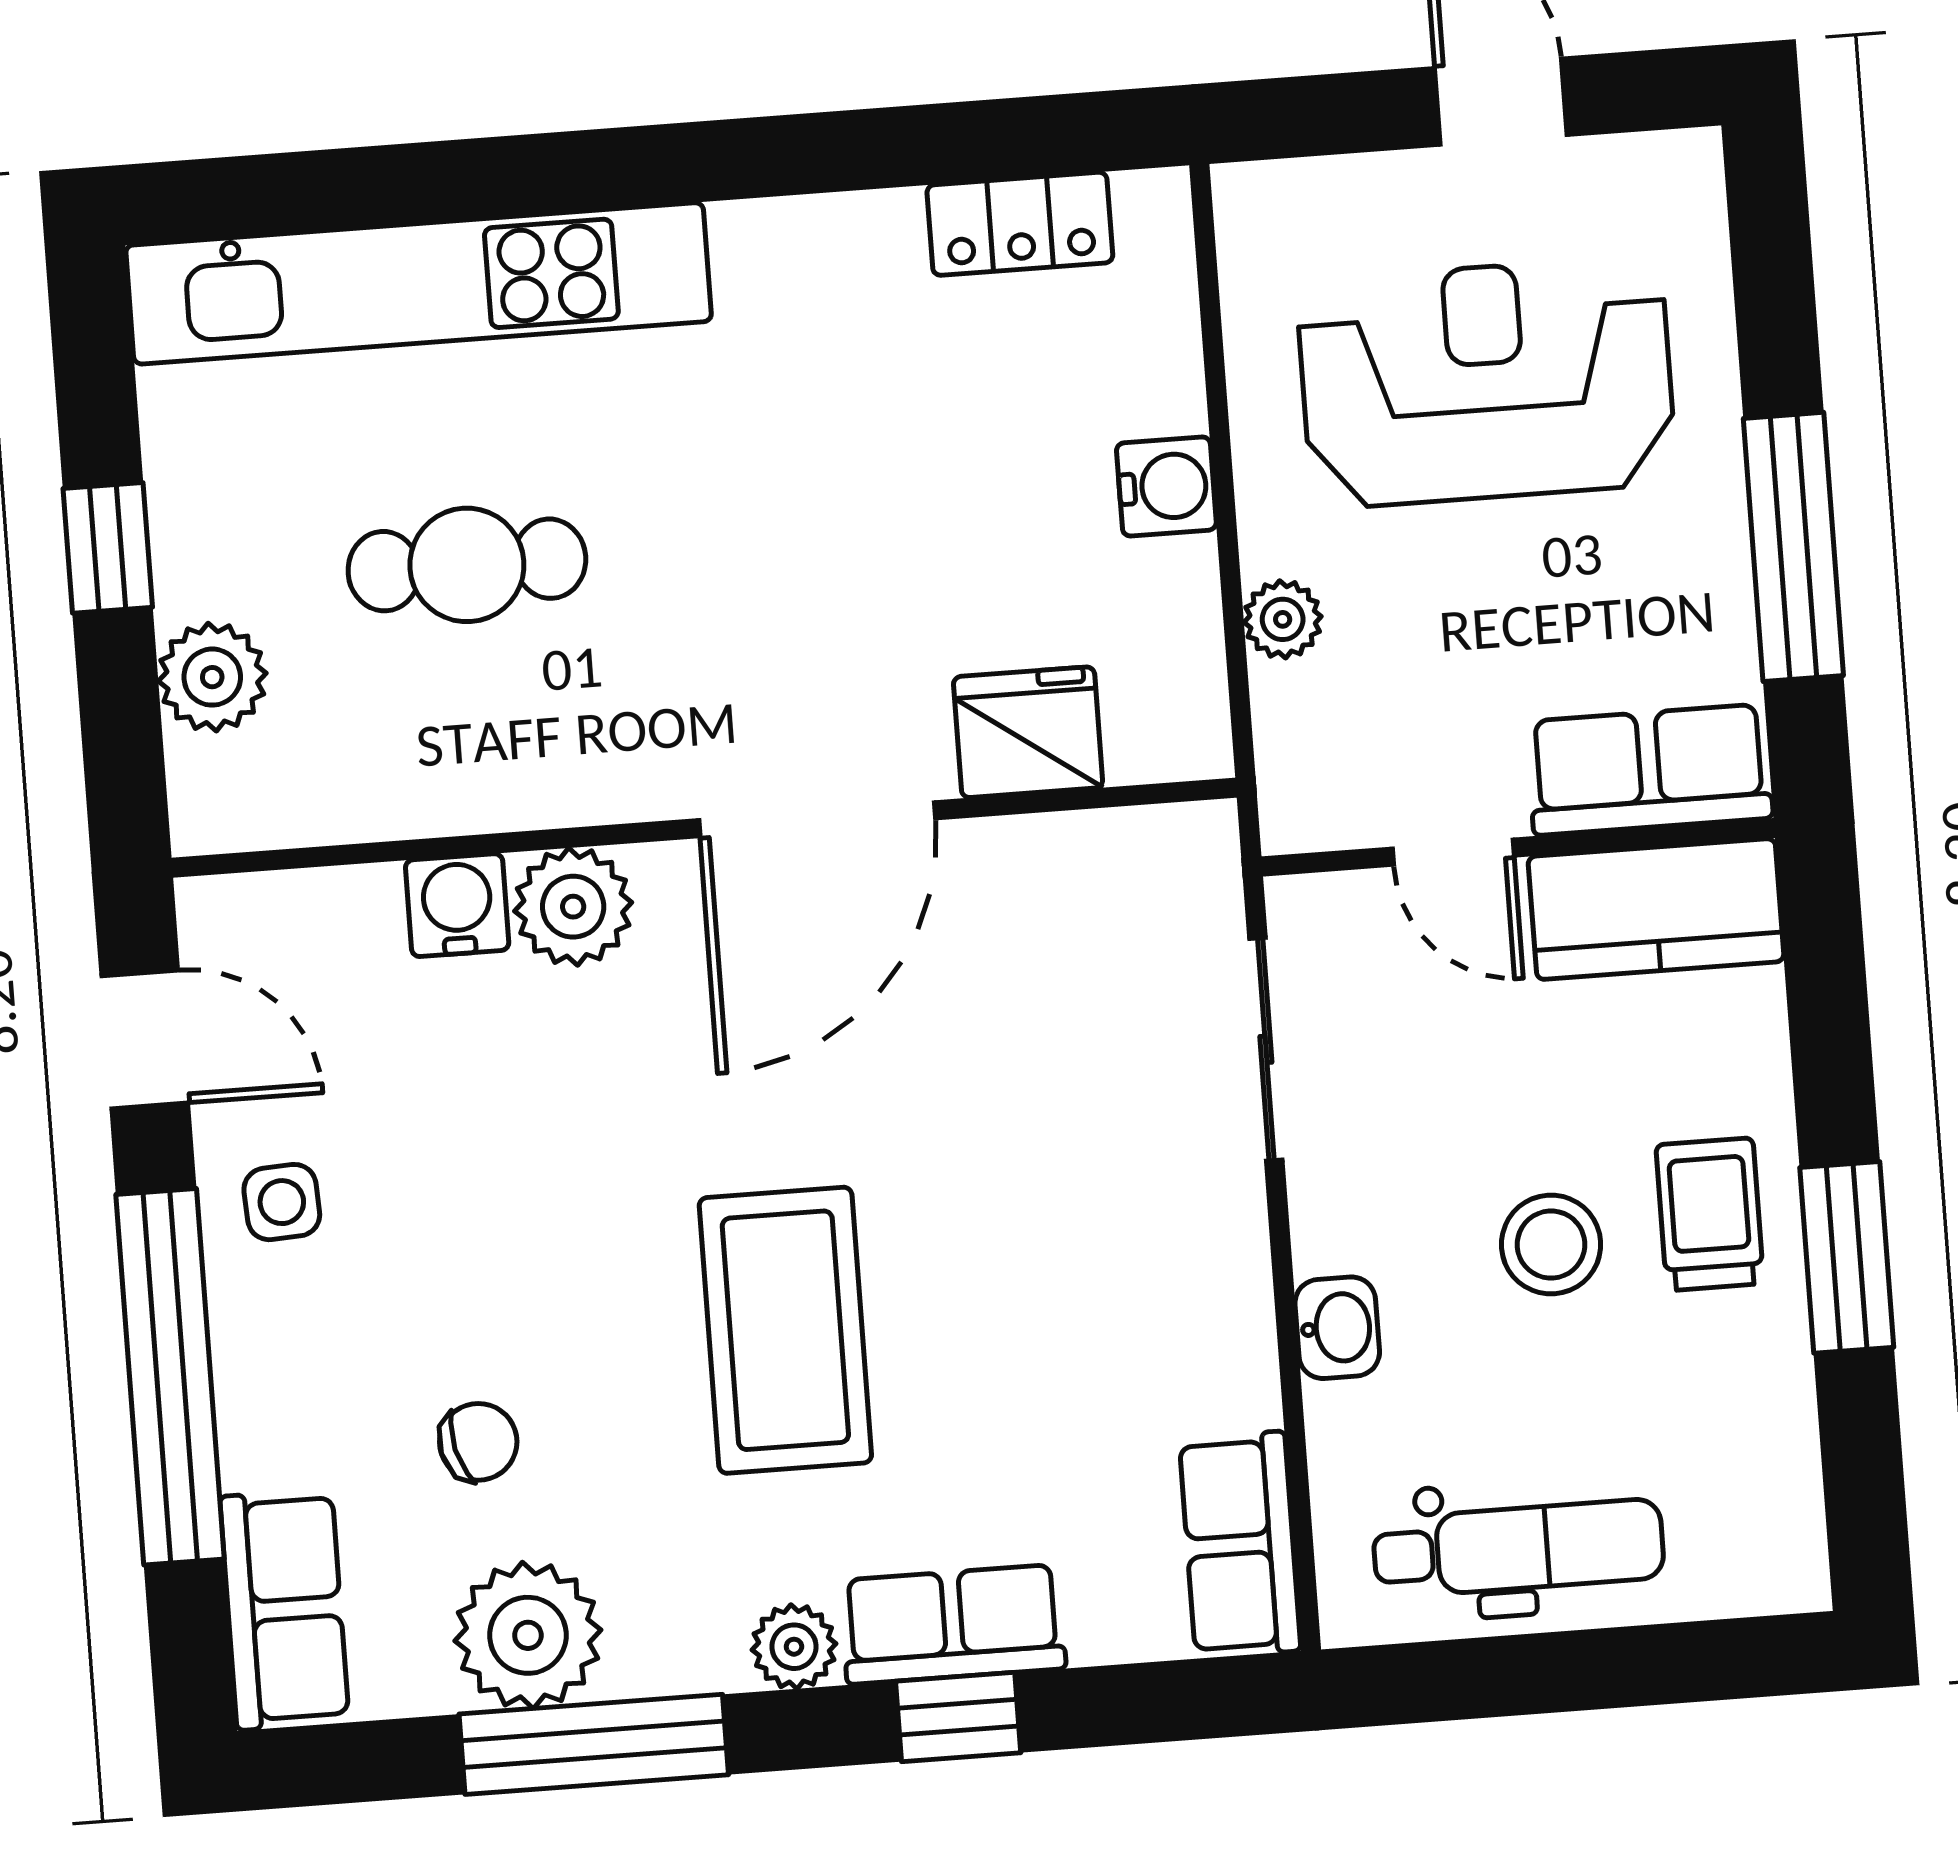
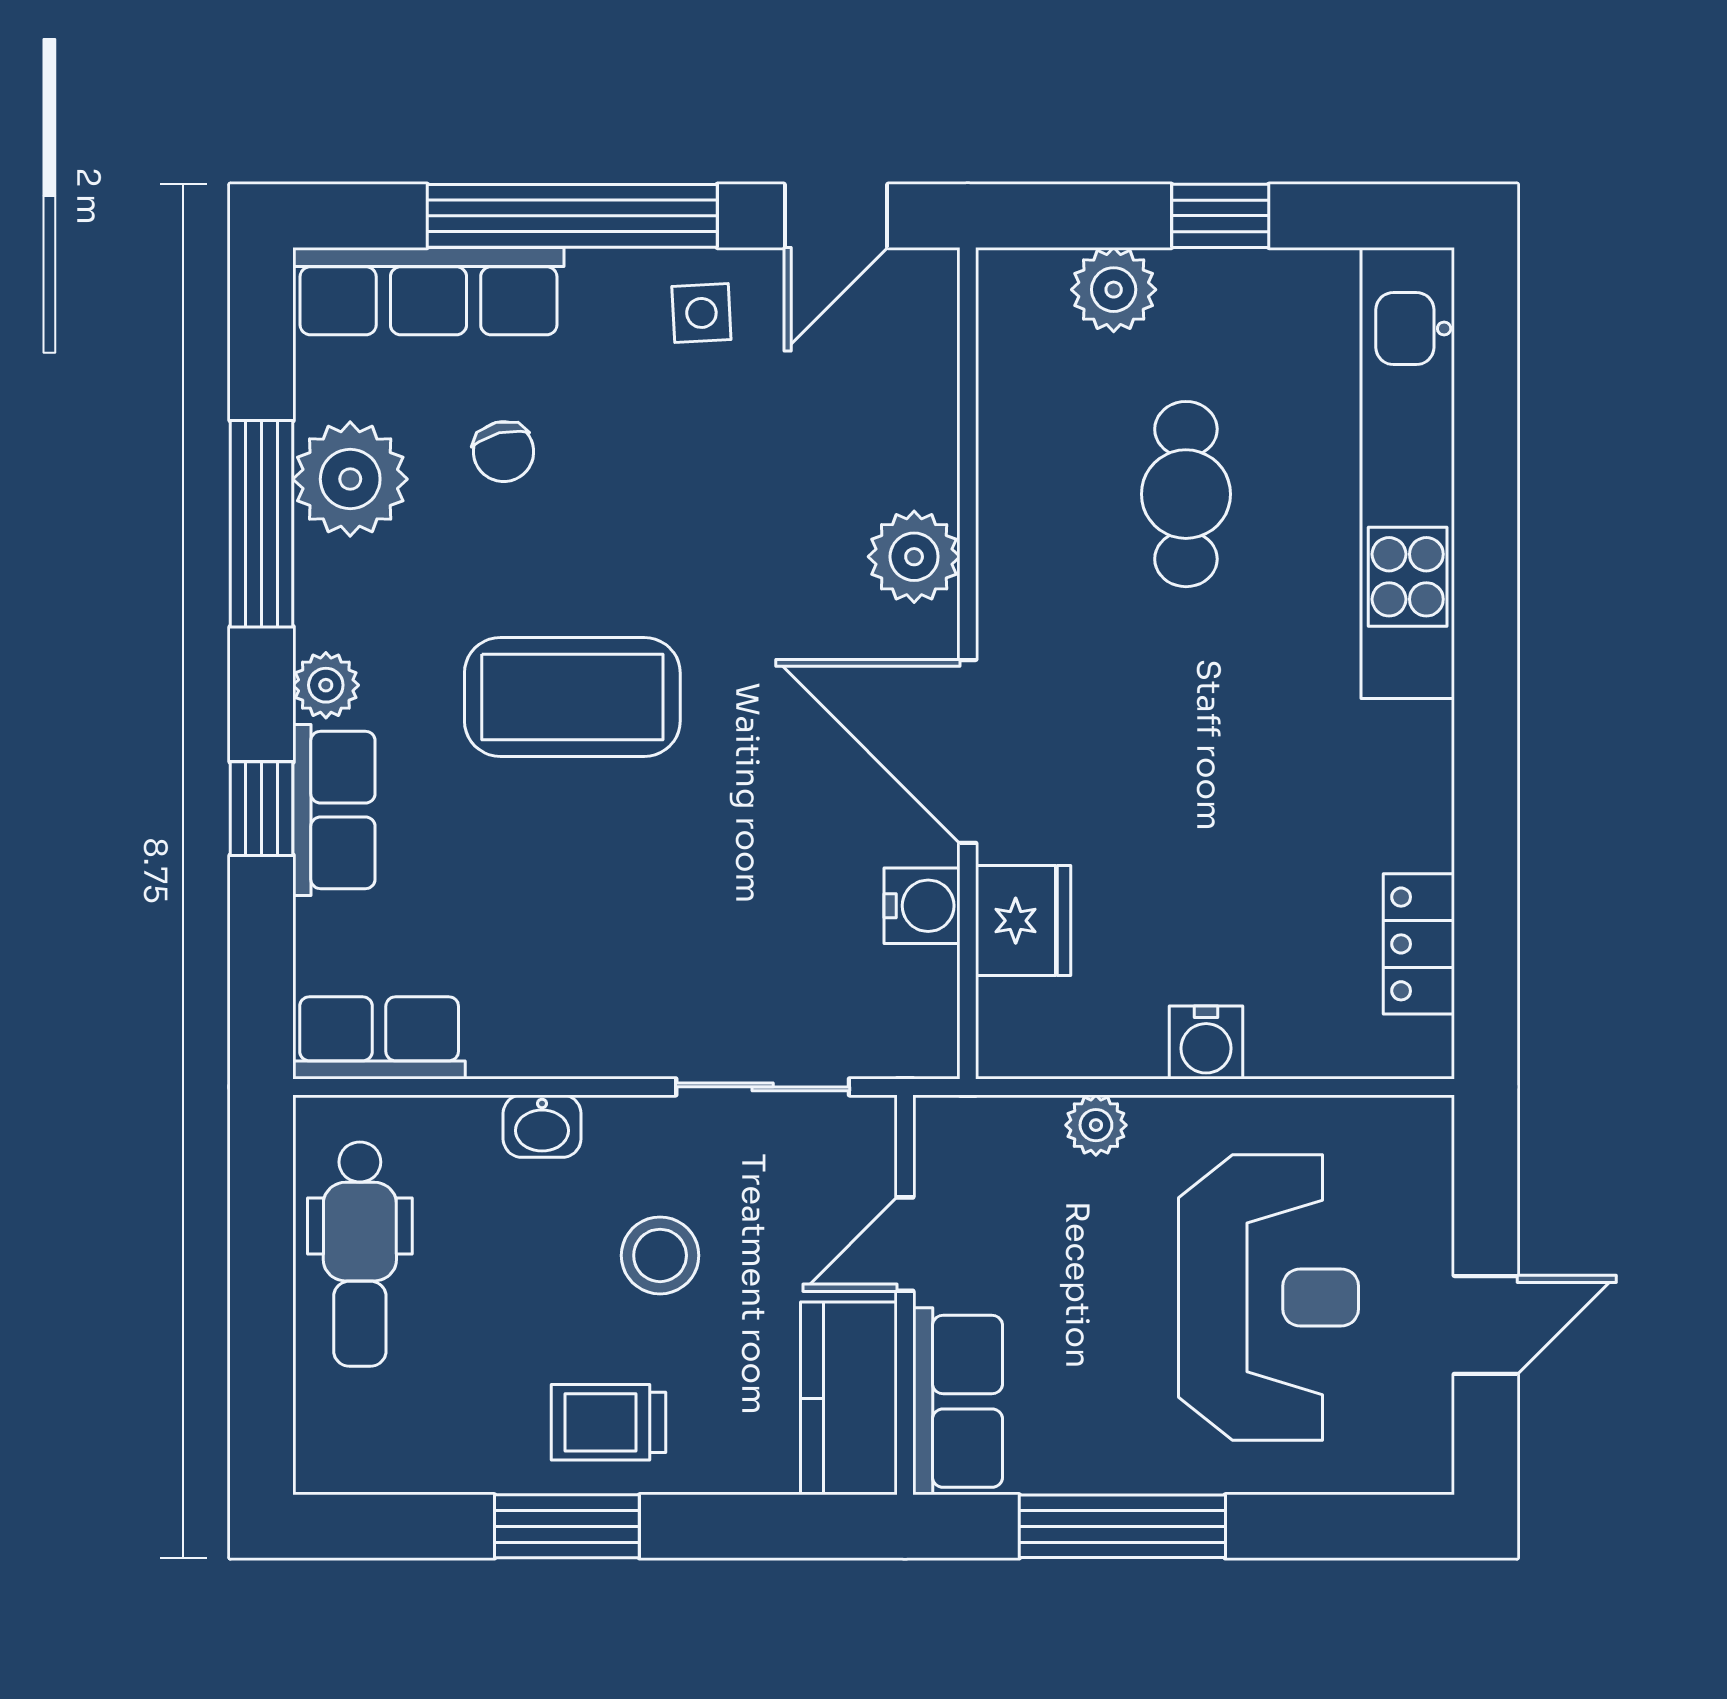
water cooler: (457, 905) -> (922, 906), moved
trolley: (1710, 1214) -> (609, 1422), turned 180
stool: (1551, 1245) -> (660, 1255), moved
row of seats: (284, 1609) -> (428, 291), width x1.48

